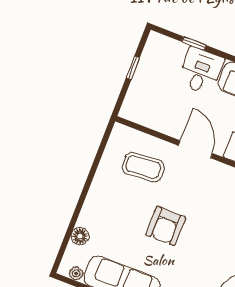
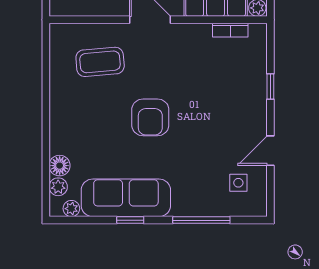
plant: (72, 252) -> (58, 187), added

